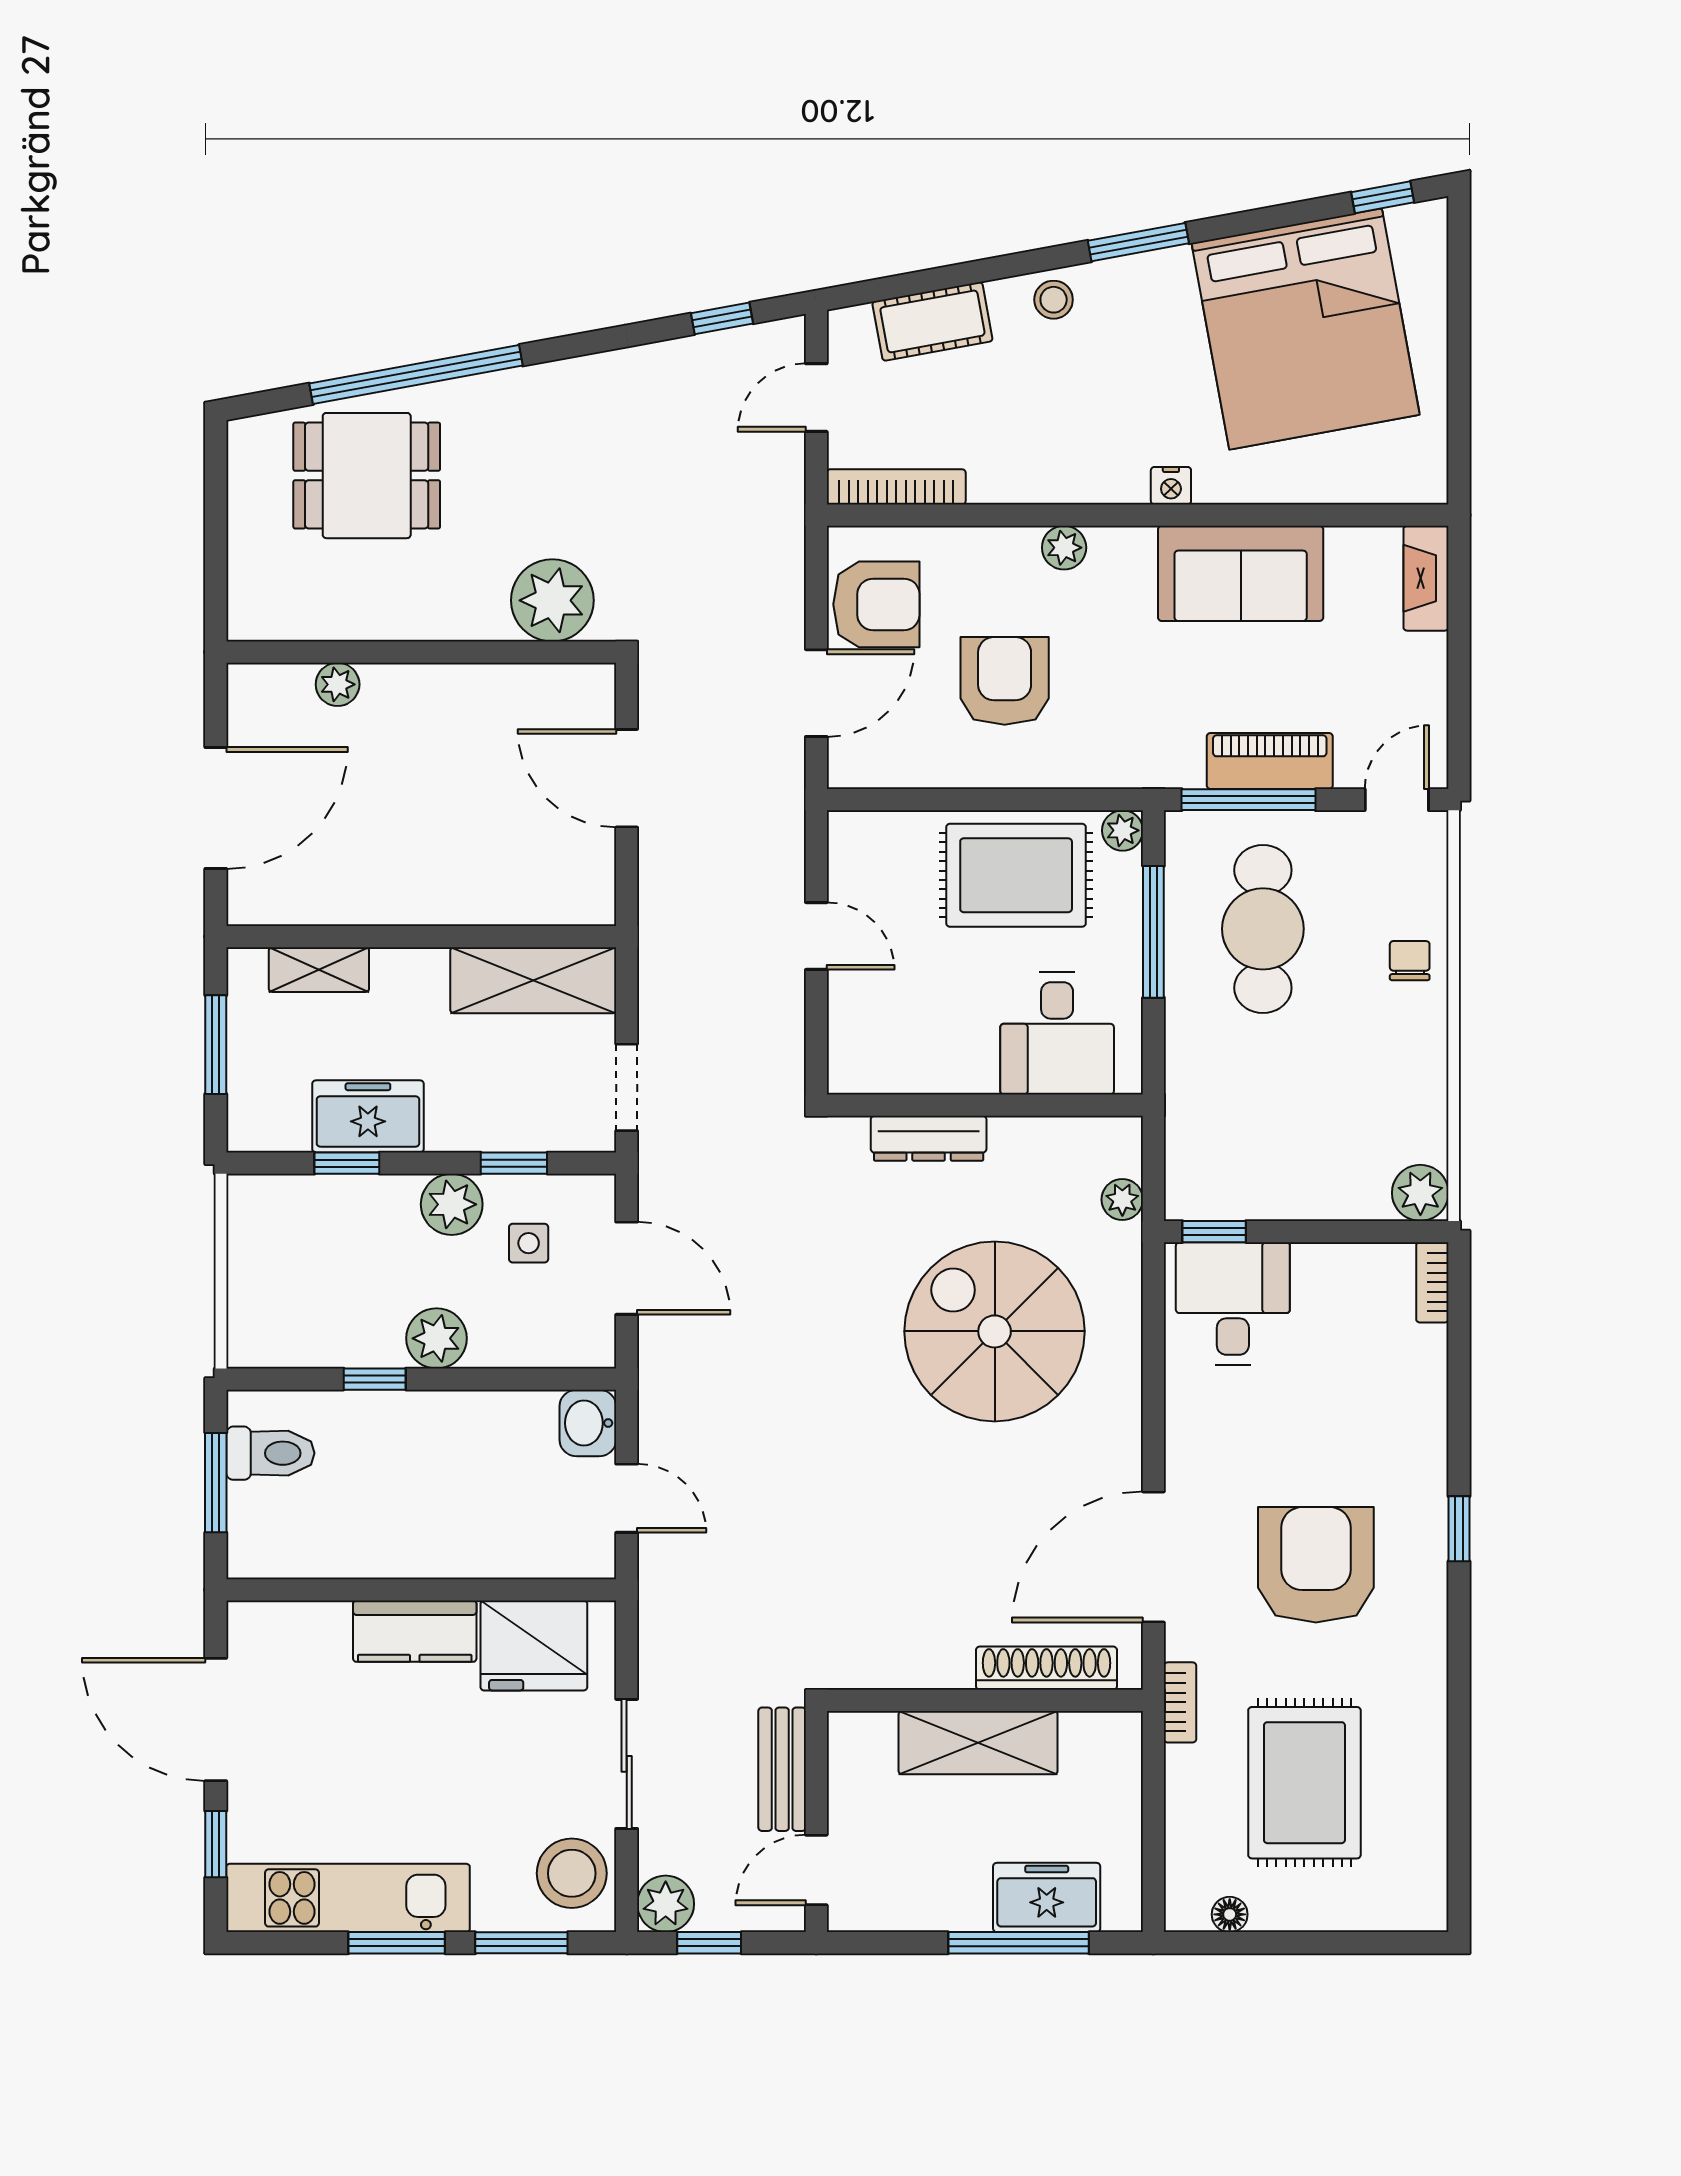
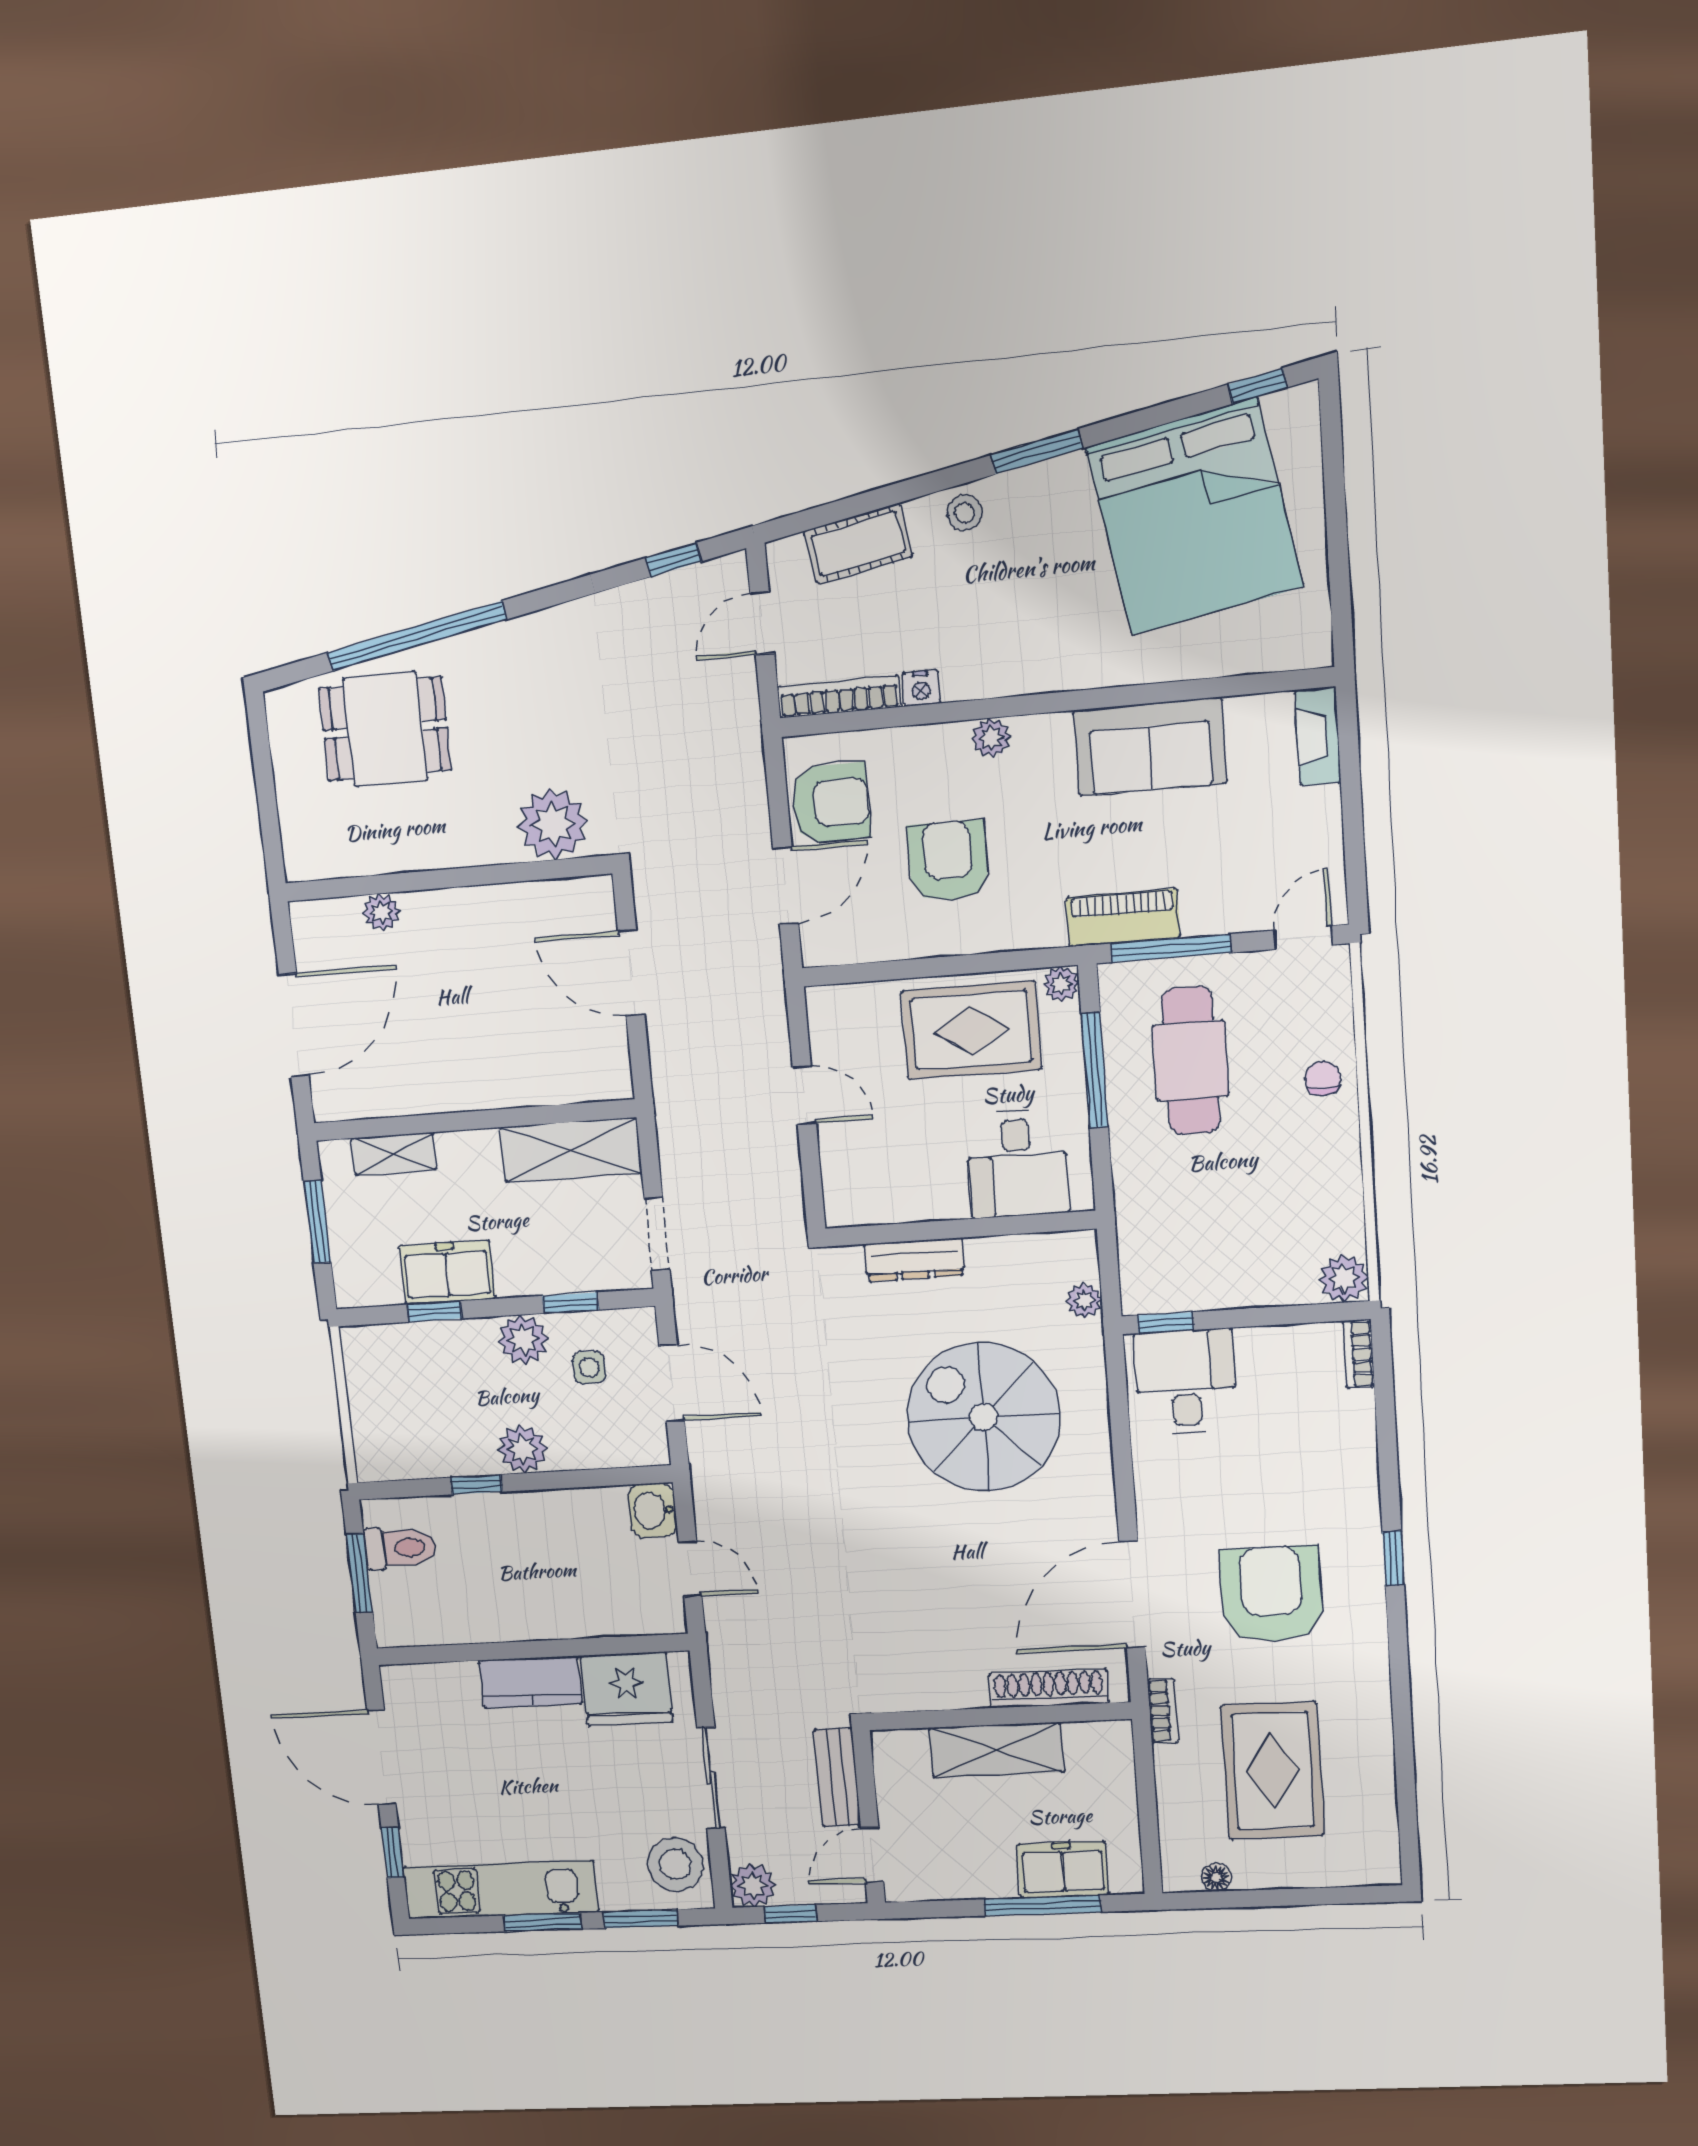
nightstand: (1171, 486) -> (921, 688), moved
piano: (1270, 761) -> (1123, 918), moved

